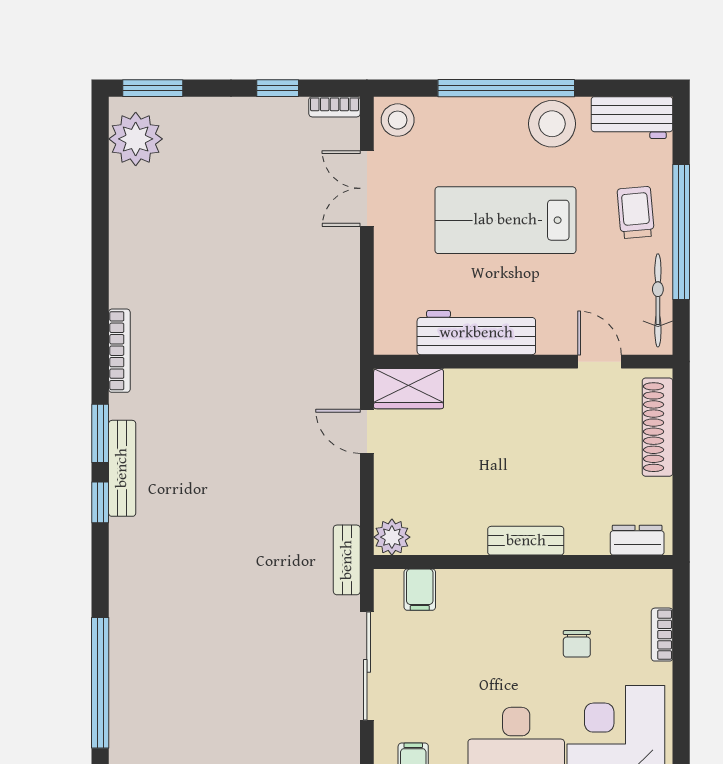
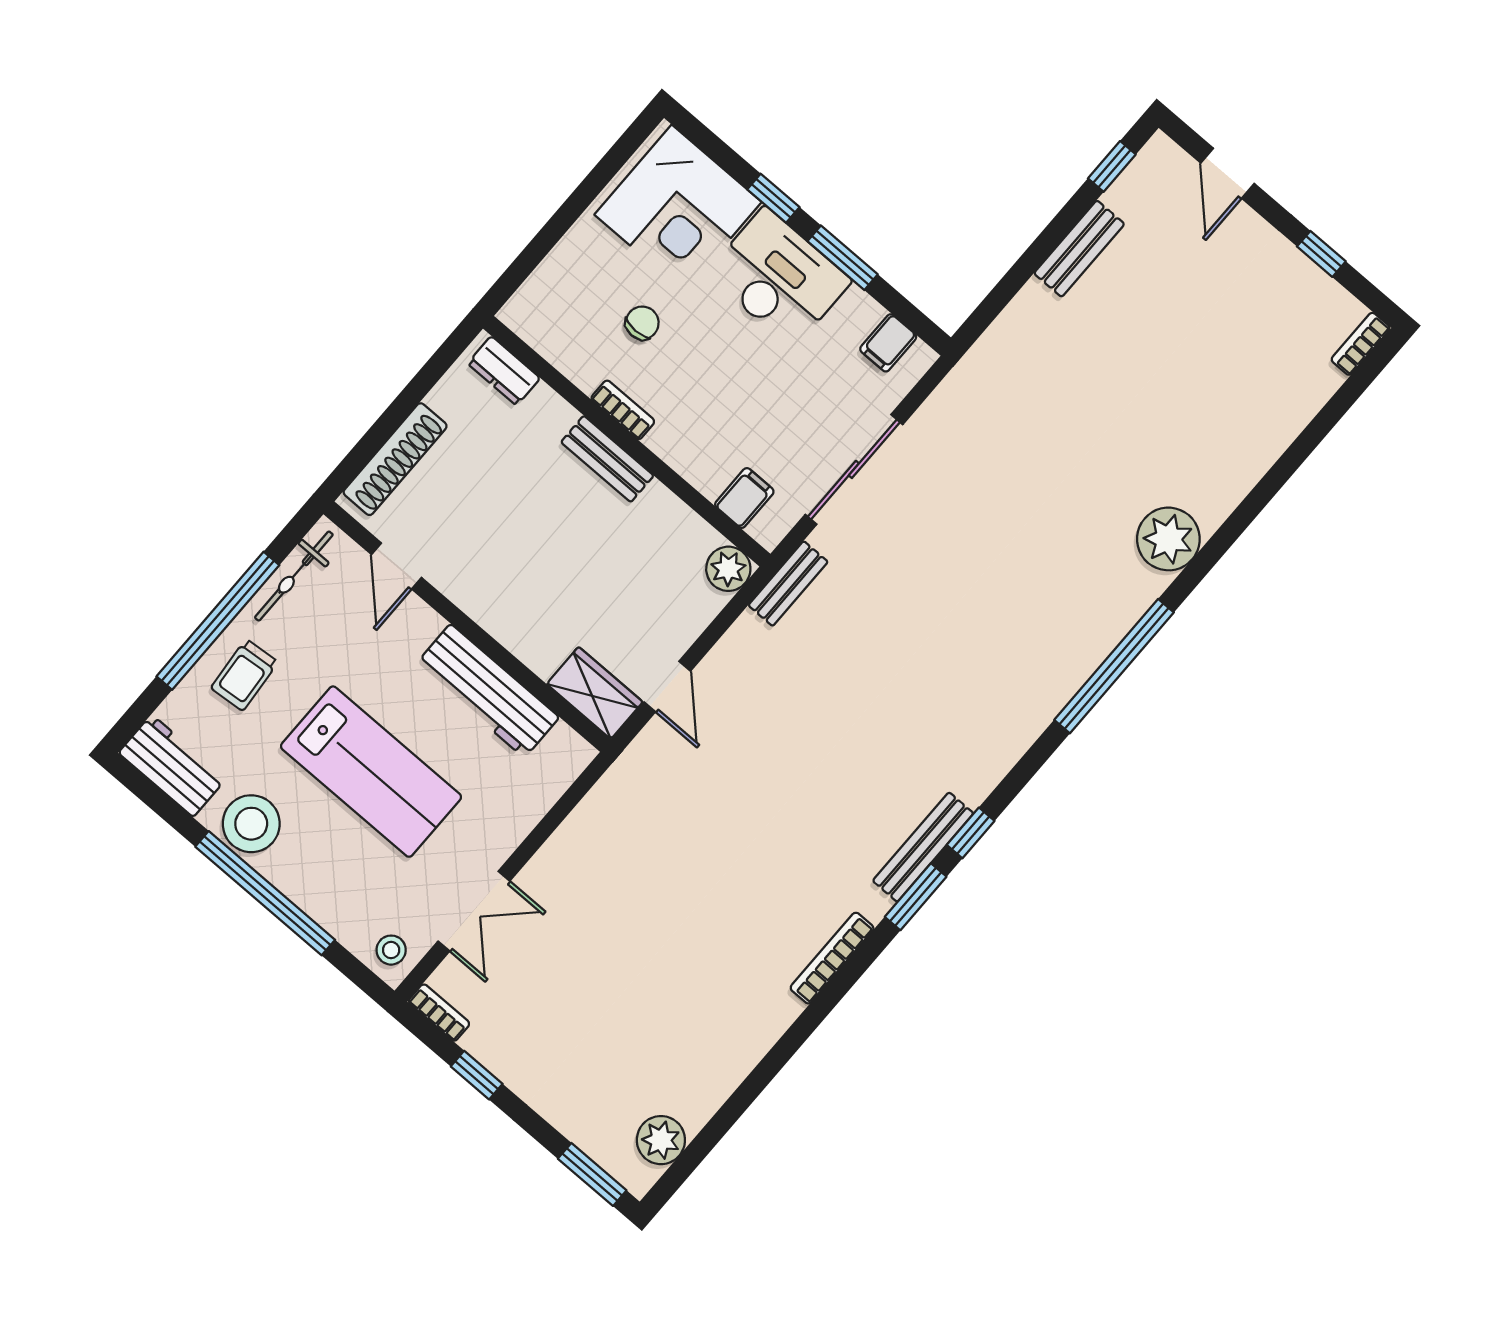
stool: (398, 120) -> (391, 950), width x0.73, depth x0.73
plant: (136, 139) -> (661, 1140), width x0.73, depth x0.73
bookcase: (662, 635) -> (623, 410), moved, turned -90

